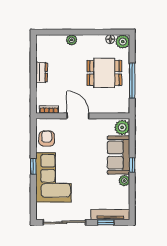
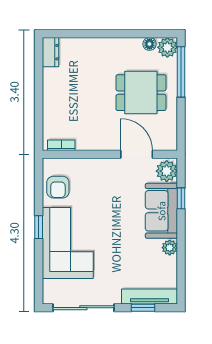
plant: (72, 40) -> (94, 45), removed
dresser: (41, 72) -> (50, 52), moved
window: (132, 81) -> (181, 72), moved
door: (78, 116) -> (137, 154), moved
armchair: (47, 139) -> (58, 187), turned 180
window: (132, 165) -> (181, 198), moved

